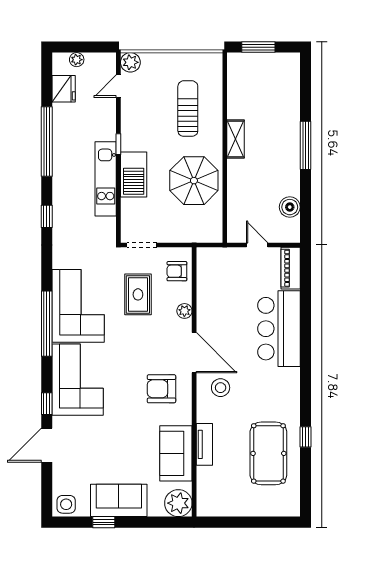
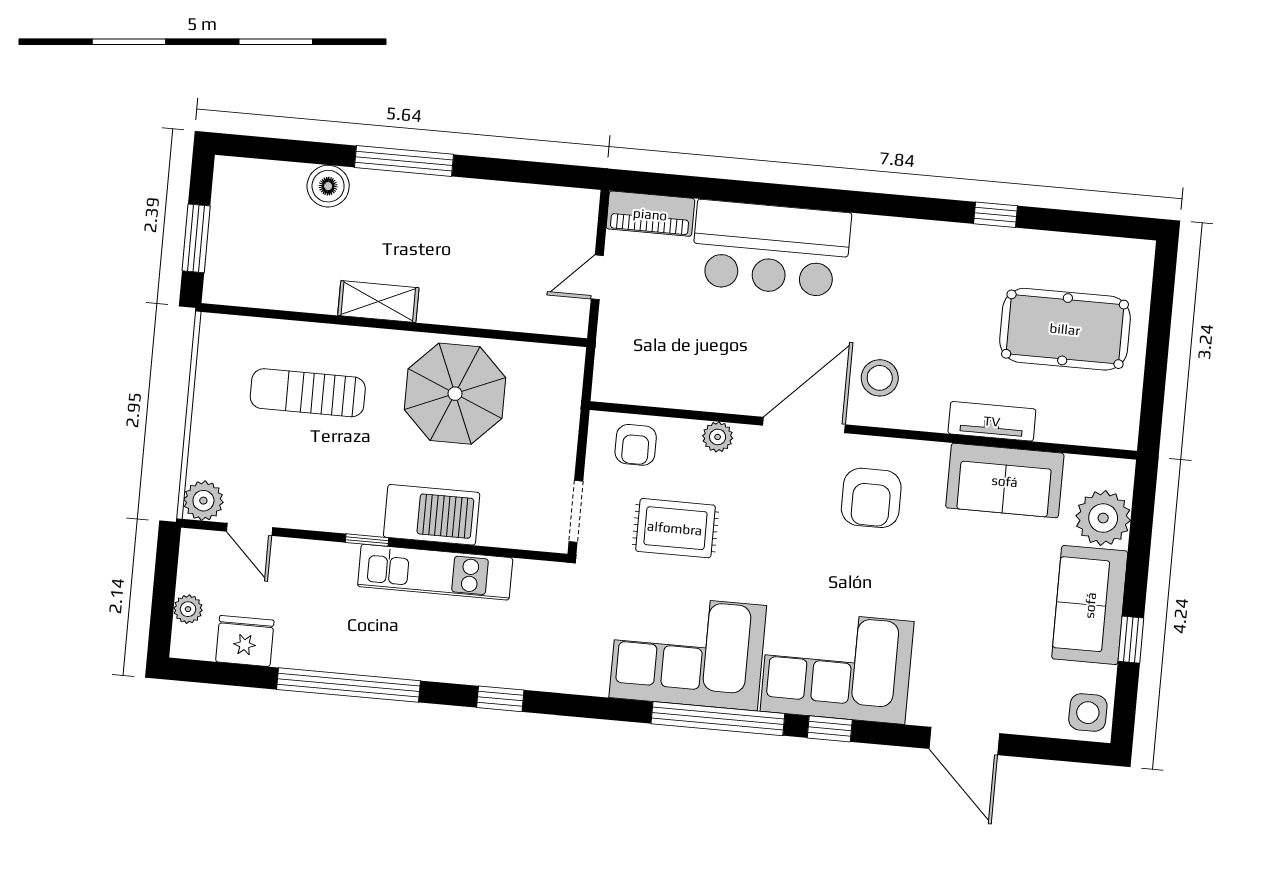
boiler: (290, 207) -> (328, 186), moved
window: (47, 404) -> (830, 729), moved
pool table: (268, 453) -> (1065, 329), moved
plant: (178, 503) -> (1103, 518), moved

